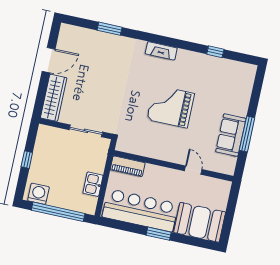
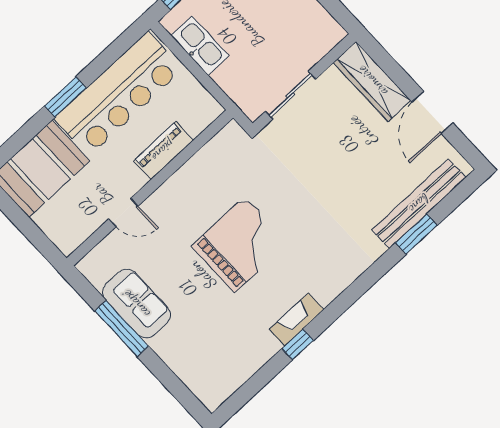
bench: (95, 37) -> (419, 204), added
fireplace: (161, 51) -> (297, 319), moved
window: (215, 52) -> (298, 344), moved
piano: (128, 166) -> (163, 151), moved
kitchen sink: (93, 184) -> (200, 46), width x1.38

